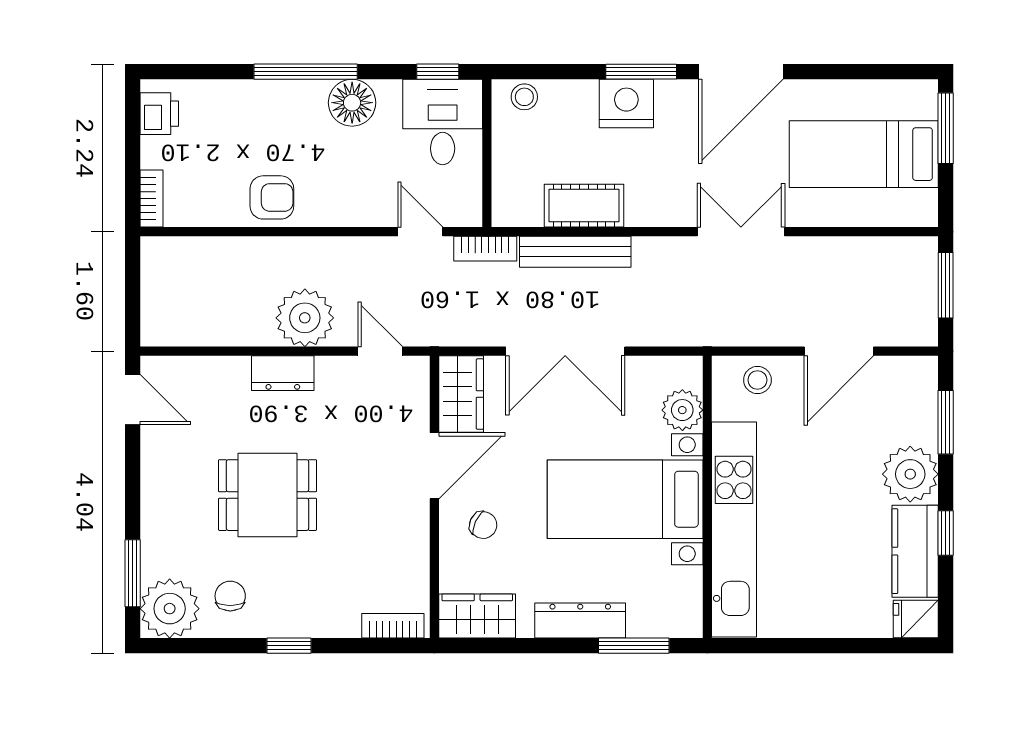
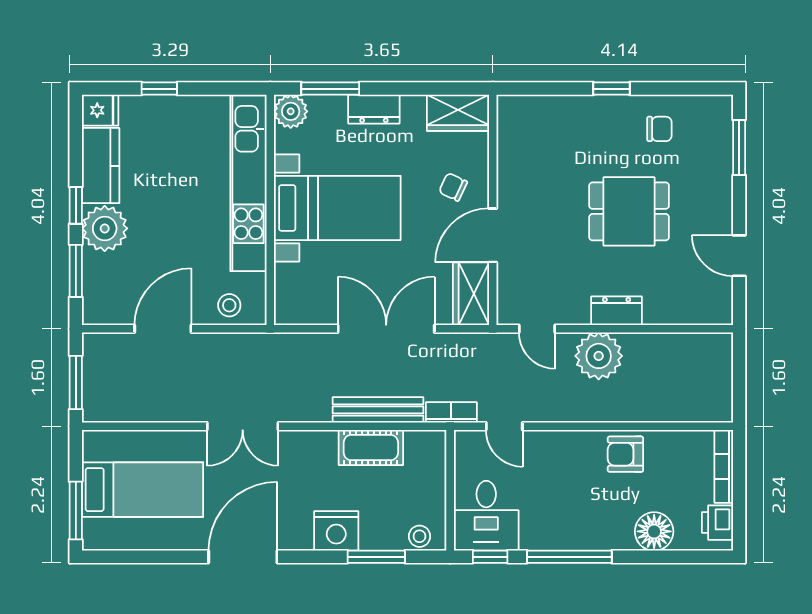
window: (306, 72) -> (569, 557), moved
window: (641, 72) -> (376, 557), moved
floor lamp: (352, 103) -> (654, 531), moved
bookcase: (151, 199) -> (724, 466), width x1.56
door: (133, 400) -> (739, 256), moved
plant: (682, 410) -> (291, 111), moved
window: (946, 533) -> (76, 205), moved
chair: (230, 596) -> (659, 129), turned -90
plant: (170, 609) -> (709, 119), removed
dresser: (580, 620) -> (374, 109), width x0.70
bookcase: (393, 626) -> (527, 105), removed
window: (843, 646) -> (159, 89), added

